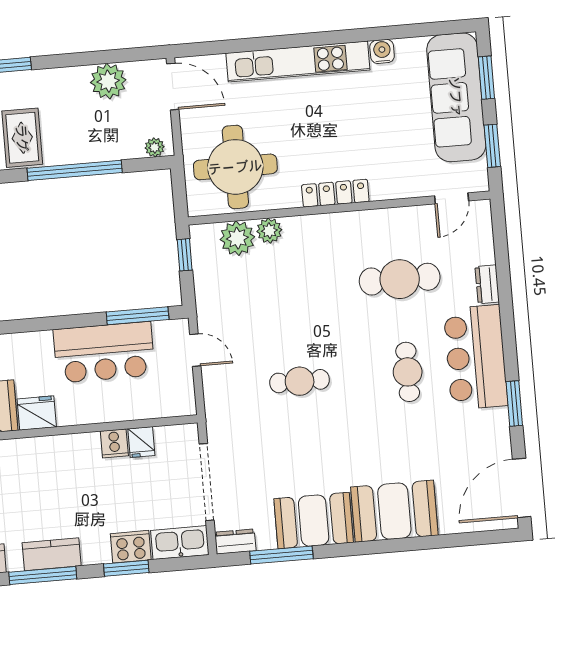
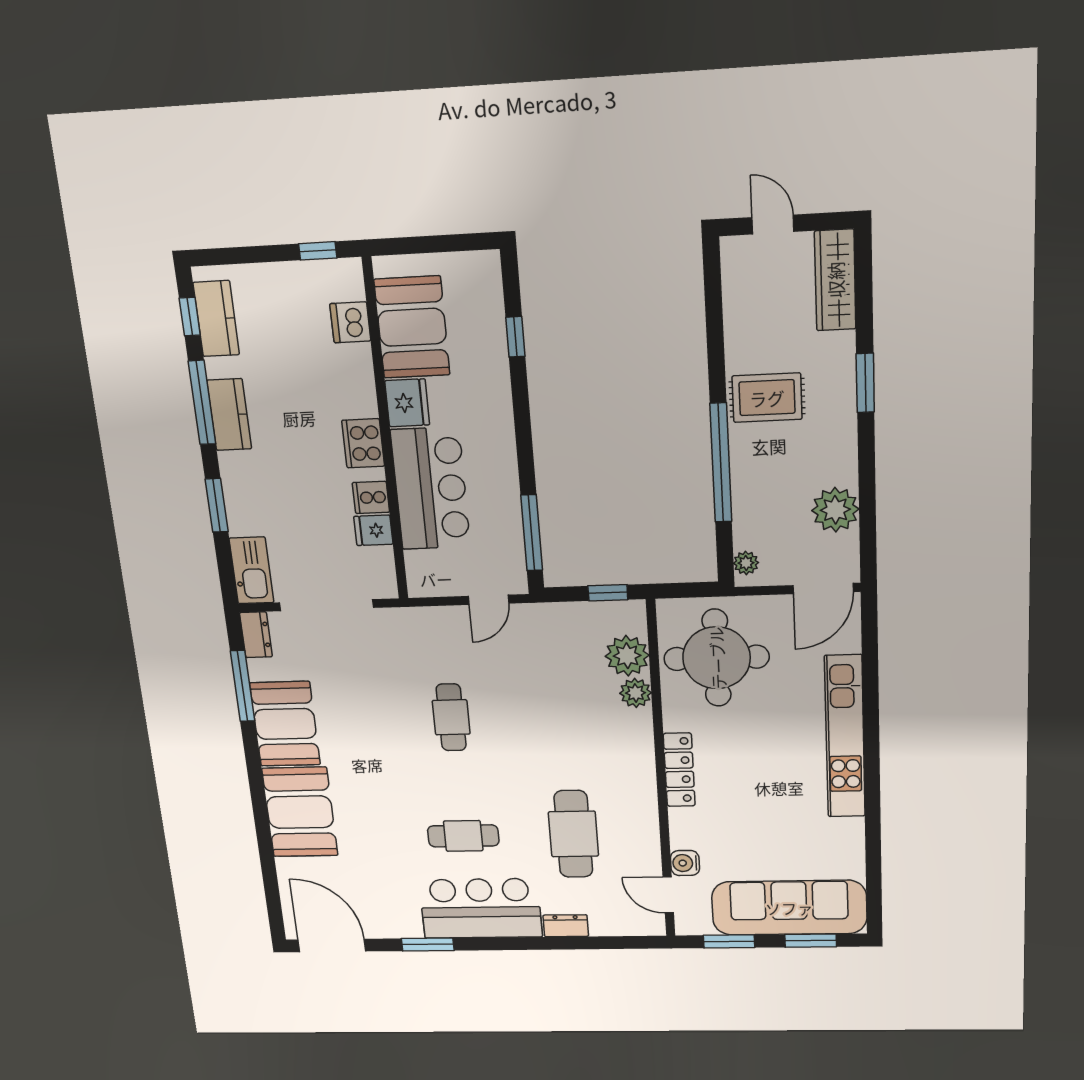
water cooler: (382, 51) -> (685, 863), moved, turned 180
bar counter: (104, 352) -> (431, 489), moved, turned 180
cooker: (131, 547) -> (363, 443), moved, turned 180

